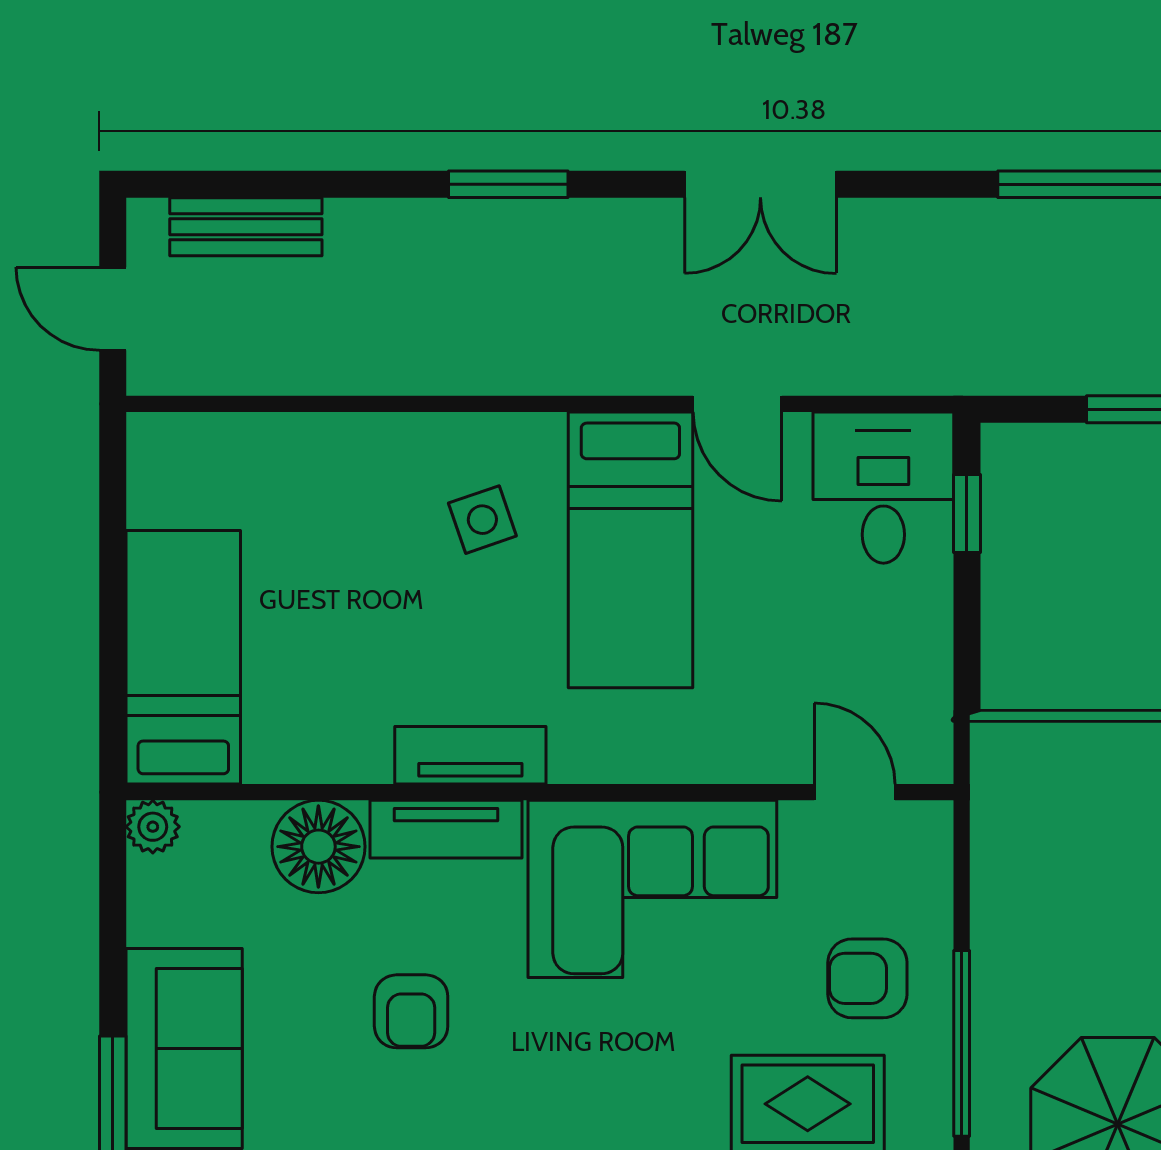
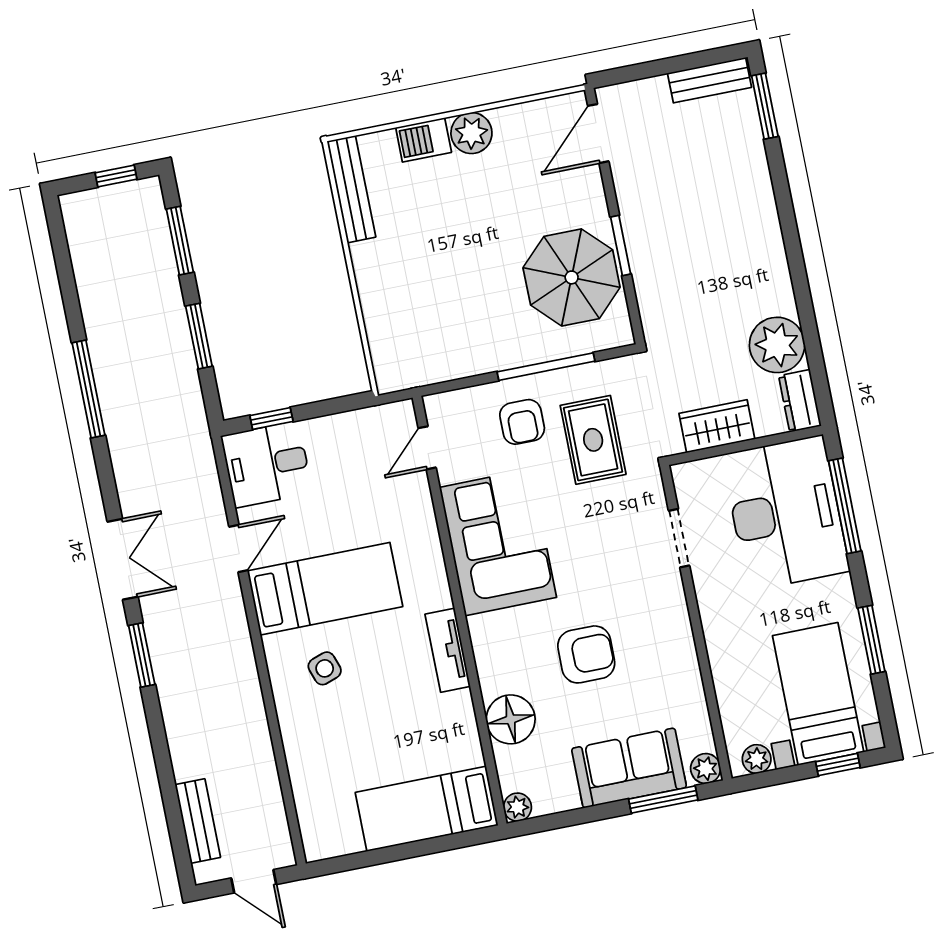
window: (508, 184) -> (142, 655), moved
door: (113, 309) -> (254, 881), hinge flipped
tv unit: (446, 829) -> (488, 655), removed
armchair: (411, 1011) -> (586, 654), width x1.38, depth x1.38

